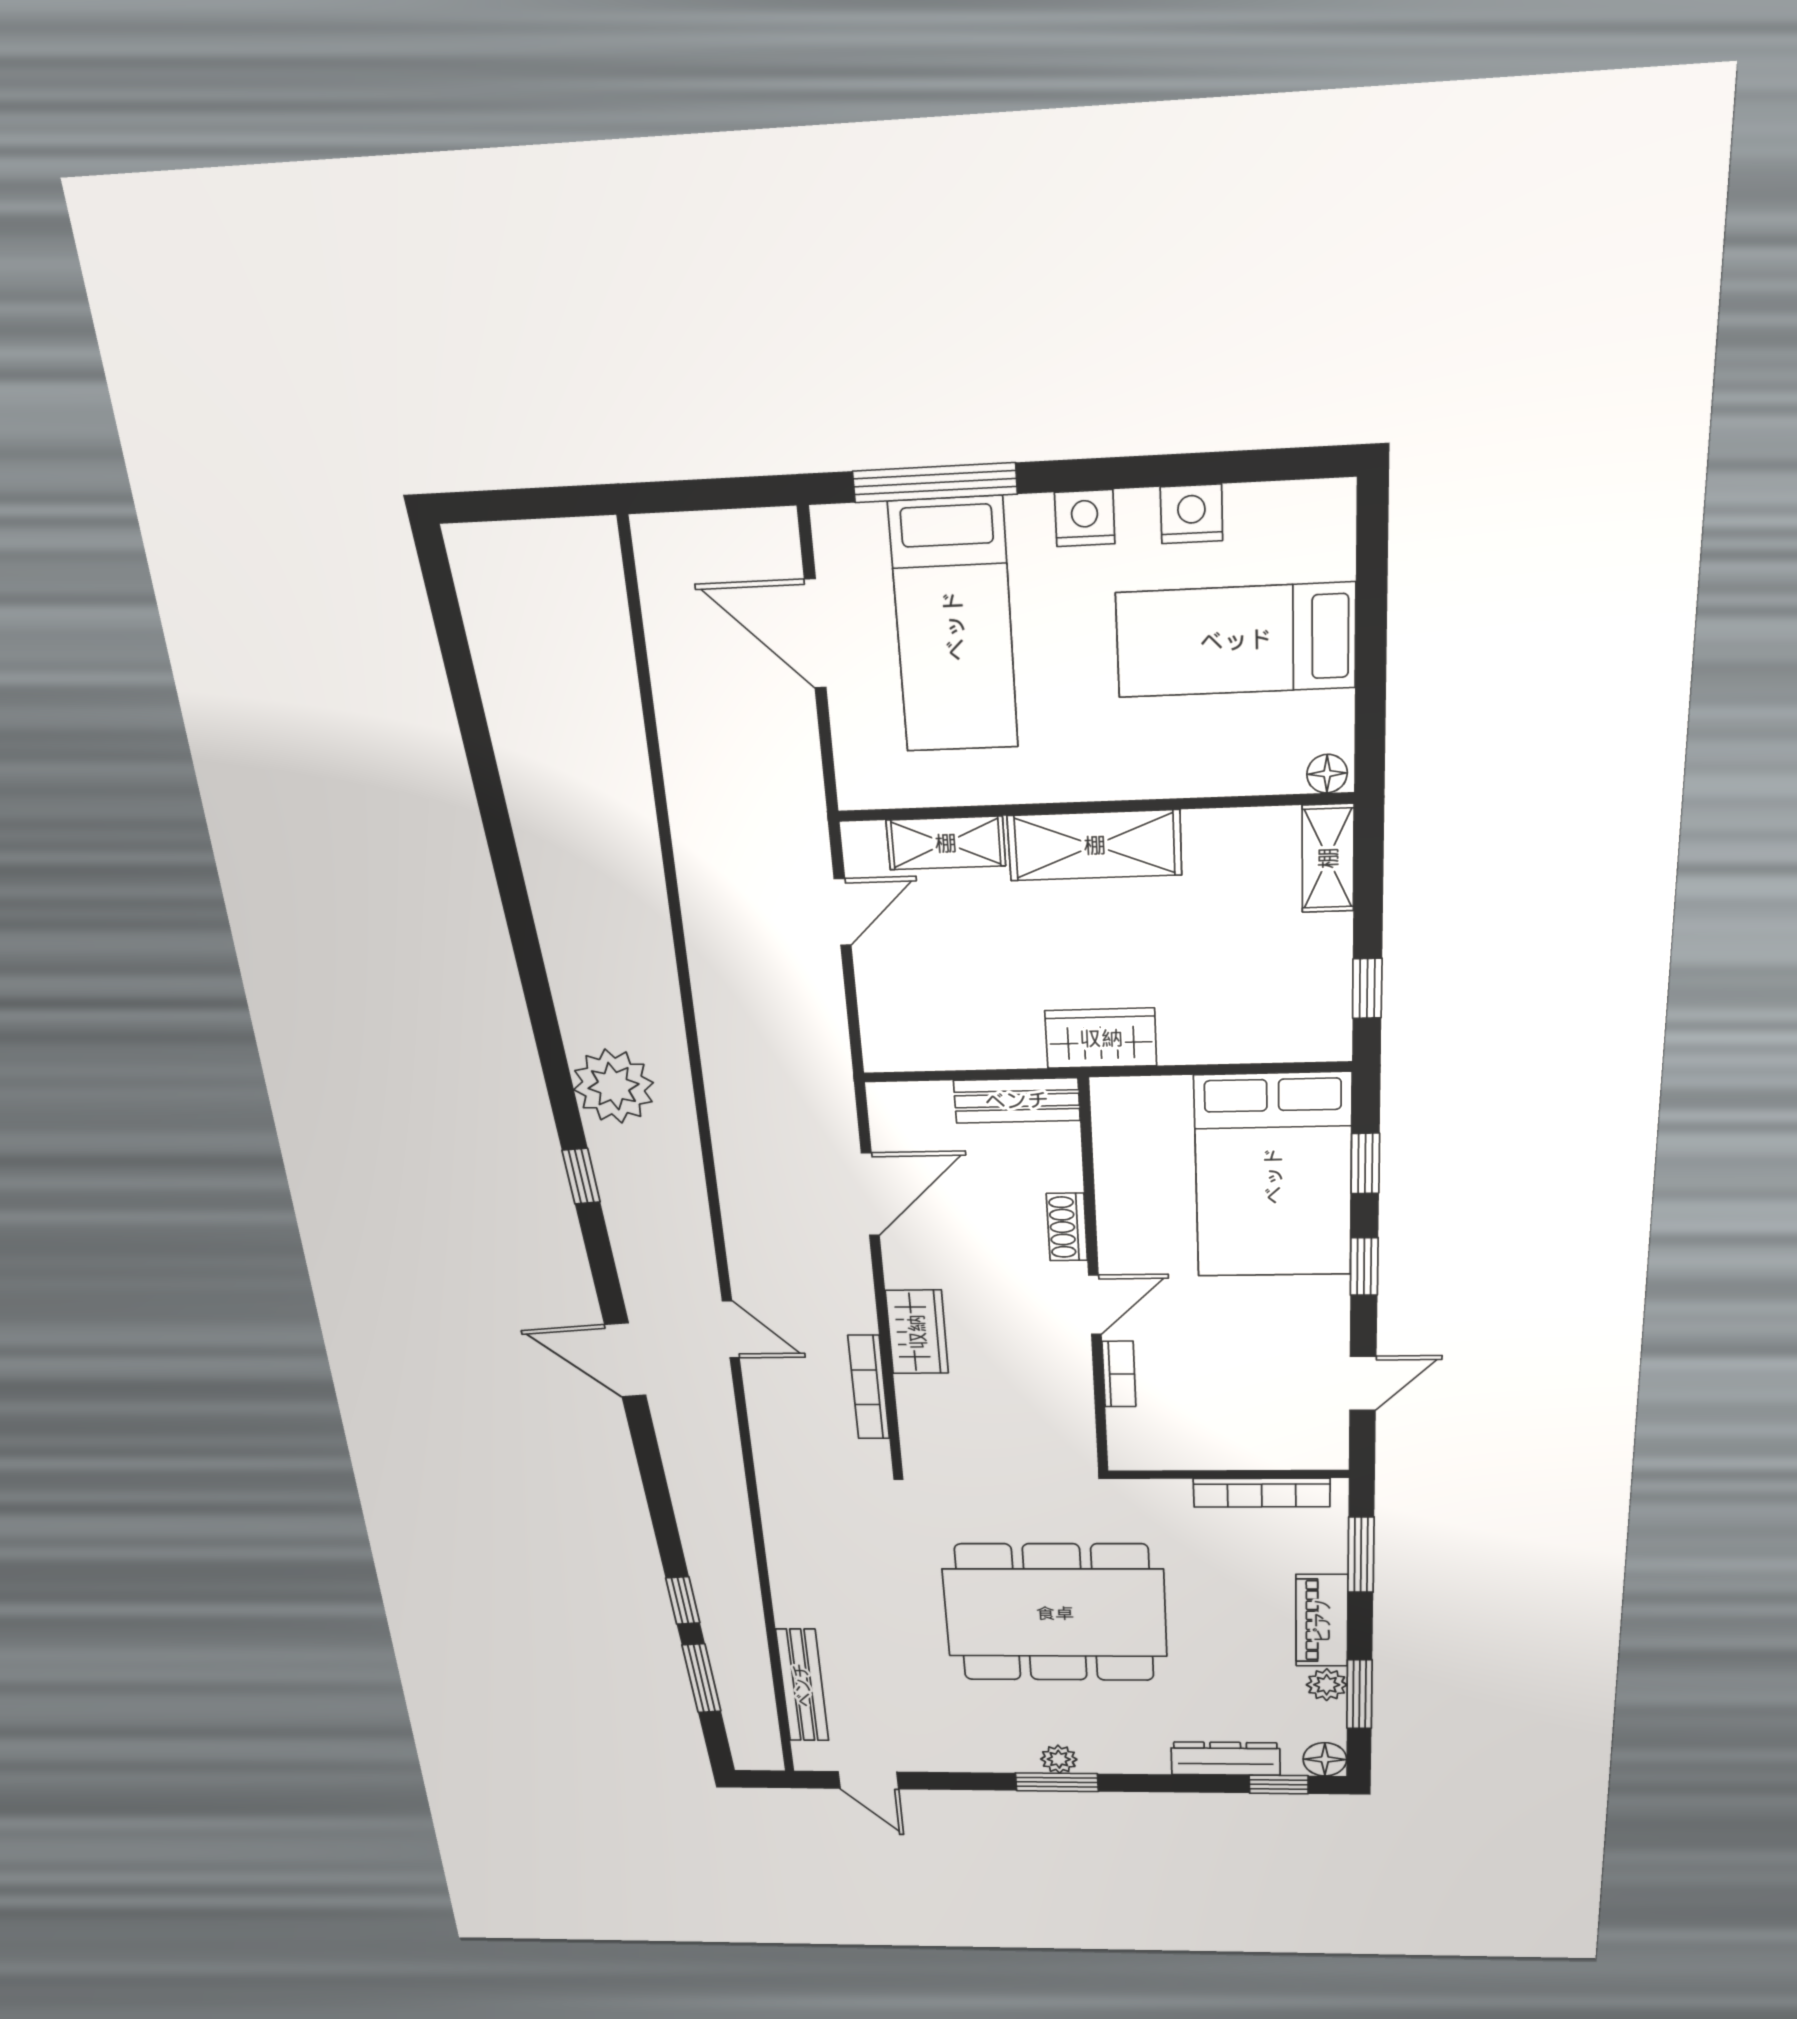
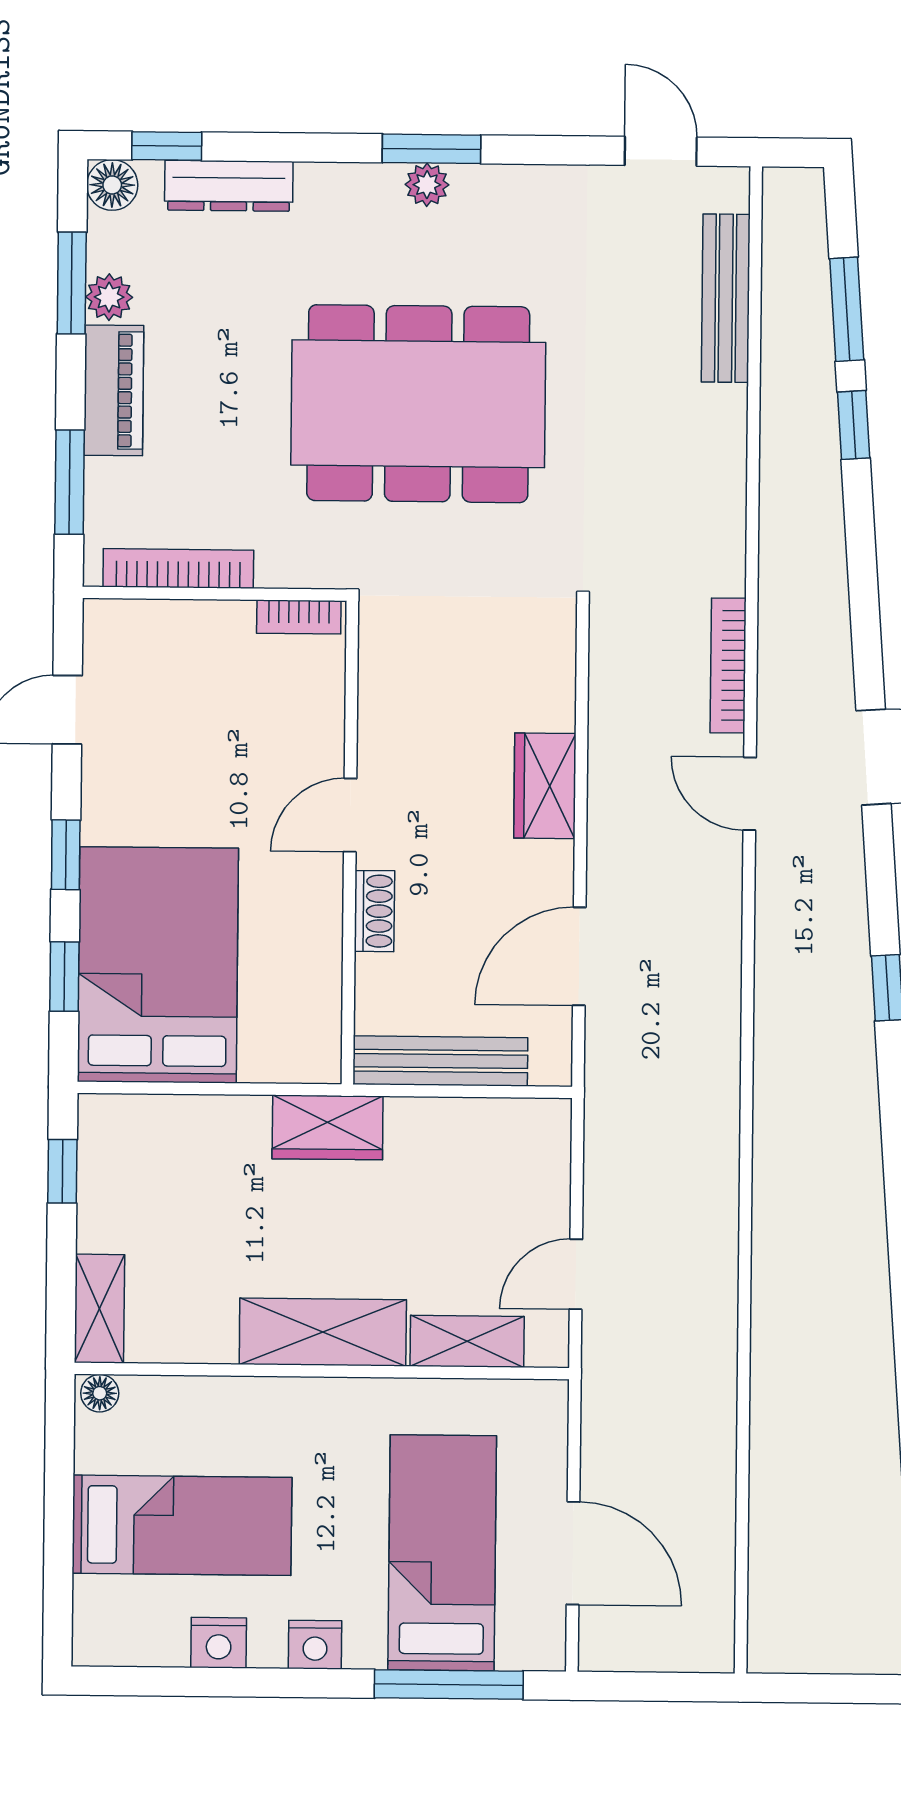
plant: (613, 1086) -> (836, 1092), removed
bench: (1017, 1100) -> (440, 1061), width x1.36
bookcase: (1119, 1374) -> (299, 617), moved, turned -90
bookcase: (869, 1387) -> (728, 665), moved, turned 180

